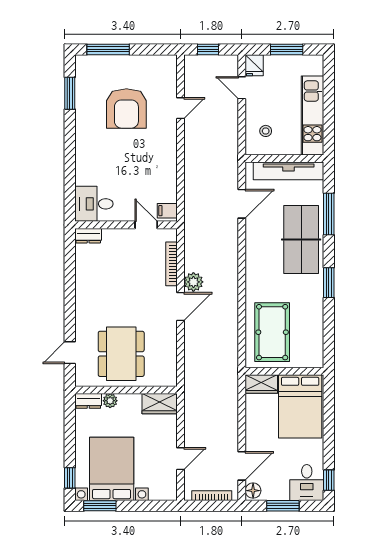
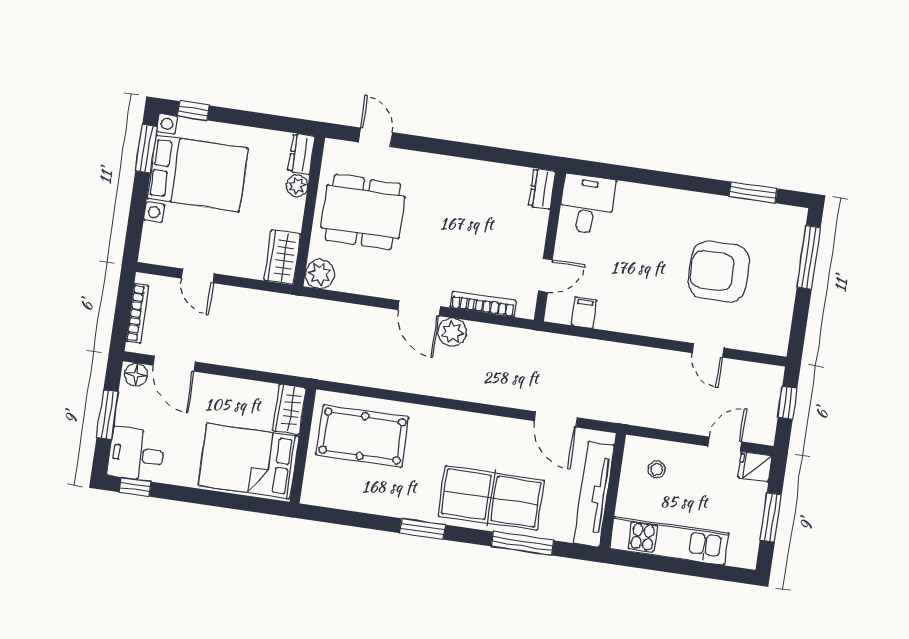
filing cabinet: (167, 211) -> (584, 313), moved
plant: (167, 377) -> (320, 274), added

